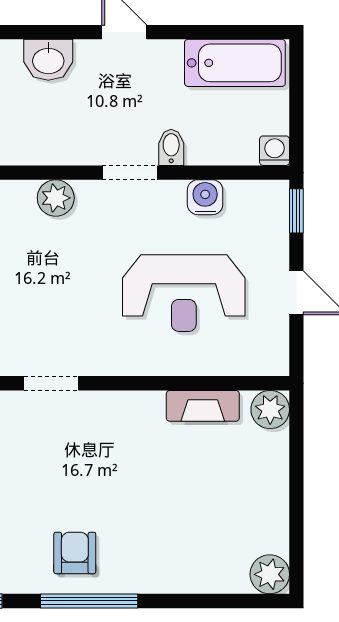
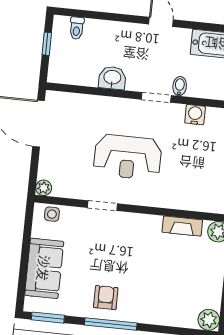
washbasin: (48, 60) -> (112, 78), moved, turned 180
plant: (56, 198) -> (115, 107), removed
reception desk: (184, 293) -> (128, 157), moved

